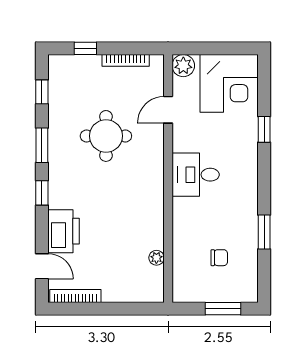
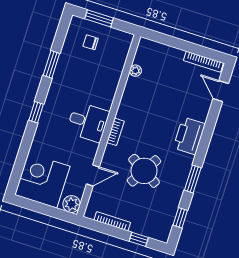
window: (264, 129) -> (36, 112), moved
round table: (106, 136) -> (144, 171), turned 31
bookcase: (157, 173) -> (115, 132), added
window: (42, 193) -> (204, 144), removed
printer: (64, 231) -> (189, 136), moved
chair: (219, 258) -> (91, 42), moved

